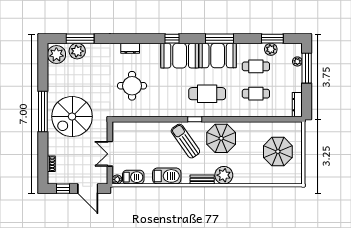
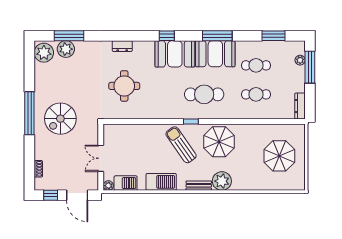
plant: (271, 49) -> (272, 47), removed
spiral stairs: (72, 117) -> (60, 119), width x0.73, depth x0.73

